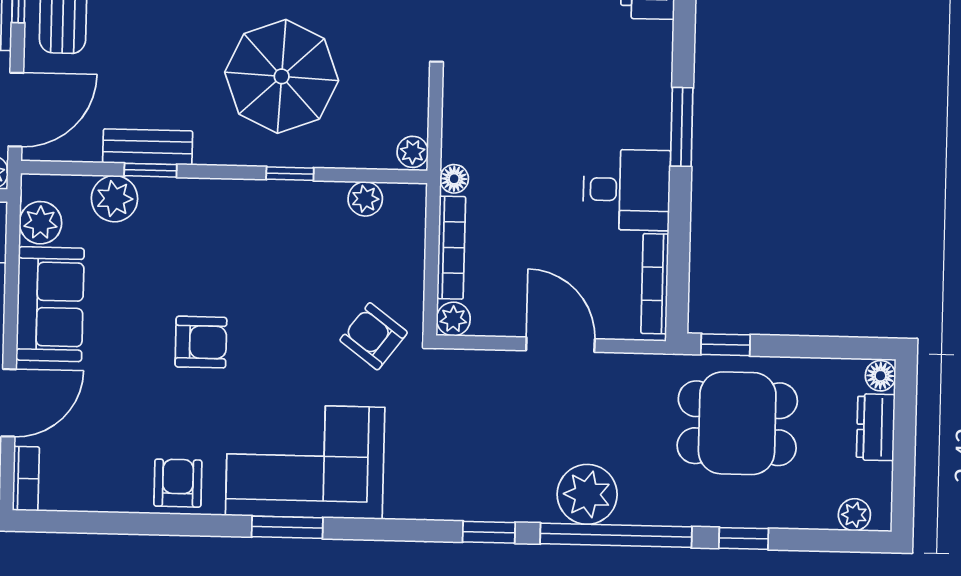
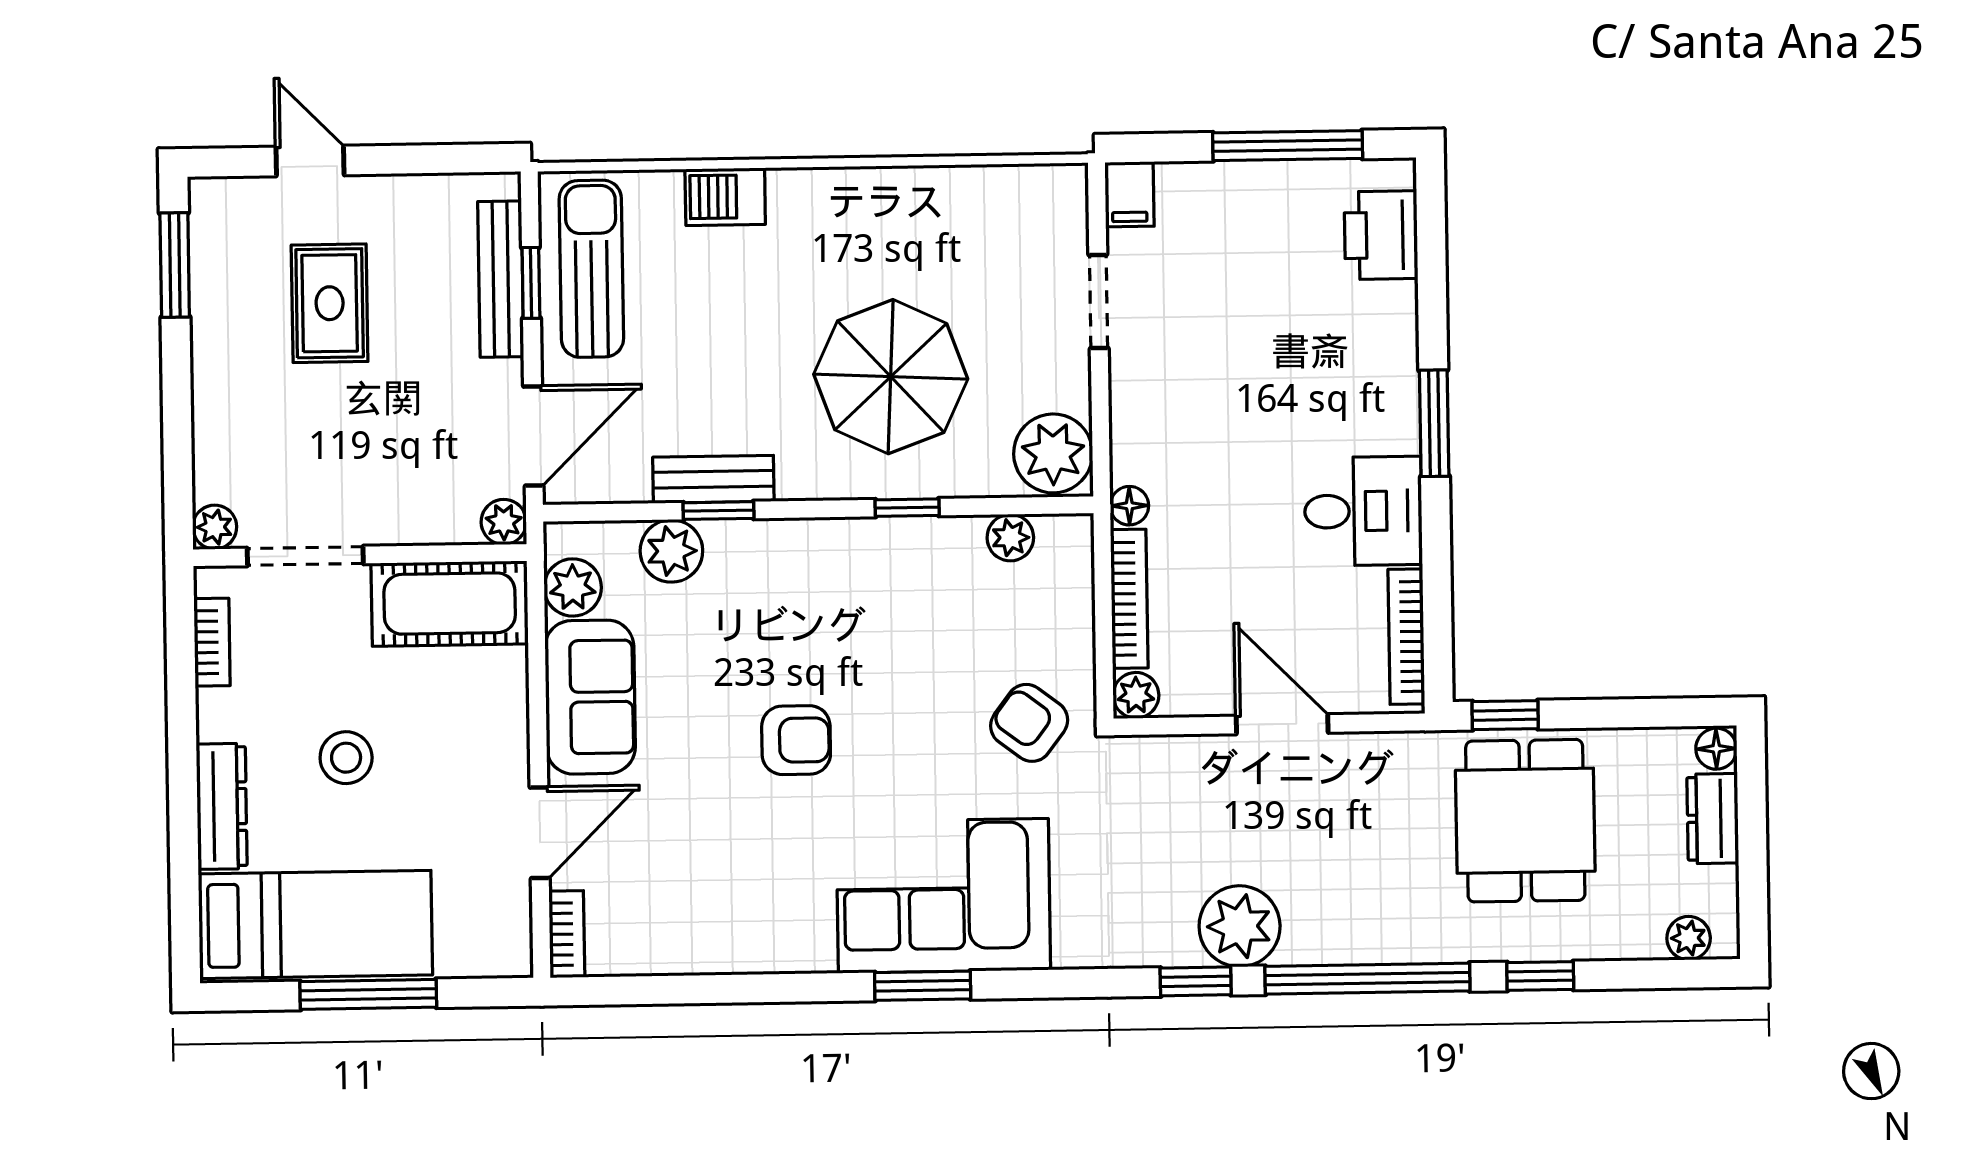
plant: (413, 152) -> (1053, 453), width x1.88, depth x1.88
dining table: (737, 423) -> (1525, 821), turned 90
armchair: (178, 483) -> (773, 932), removed
plant: (587, 494) -> (1240, 926), moved

